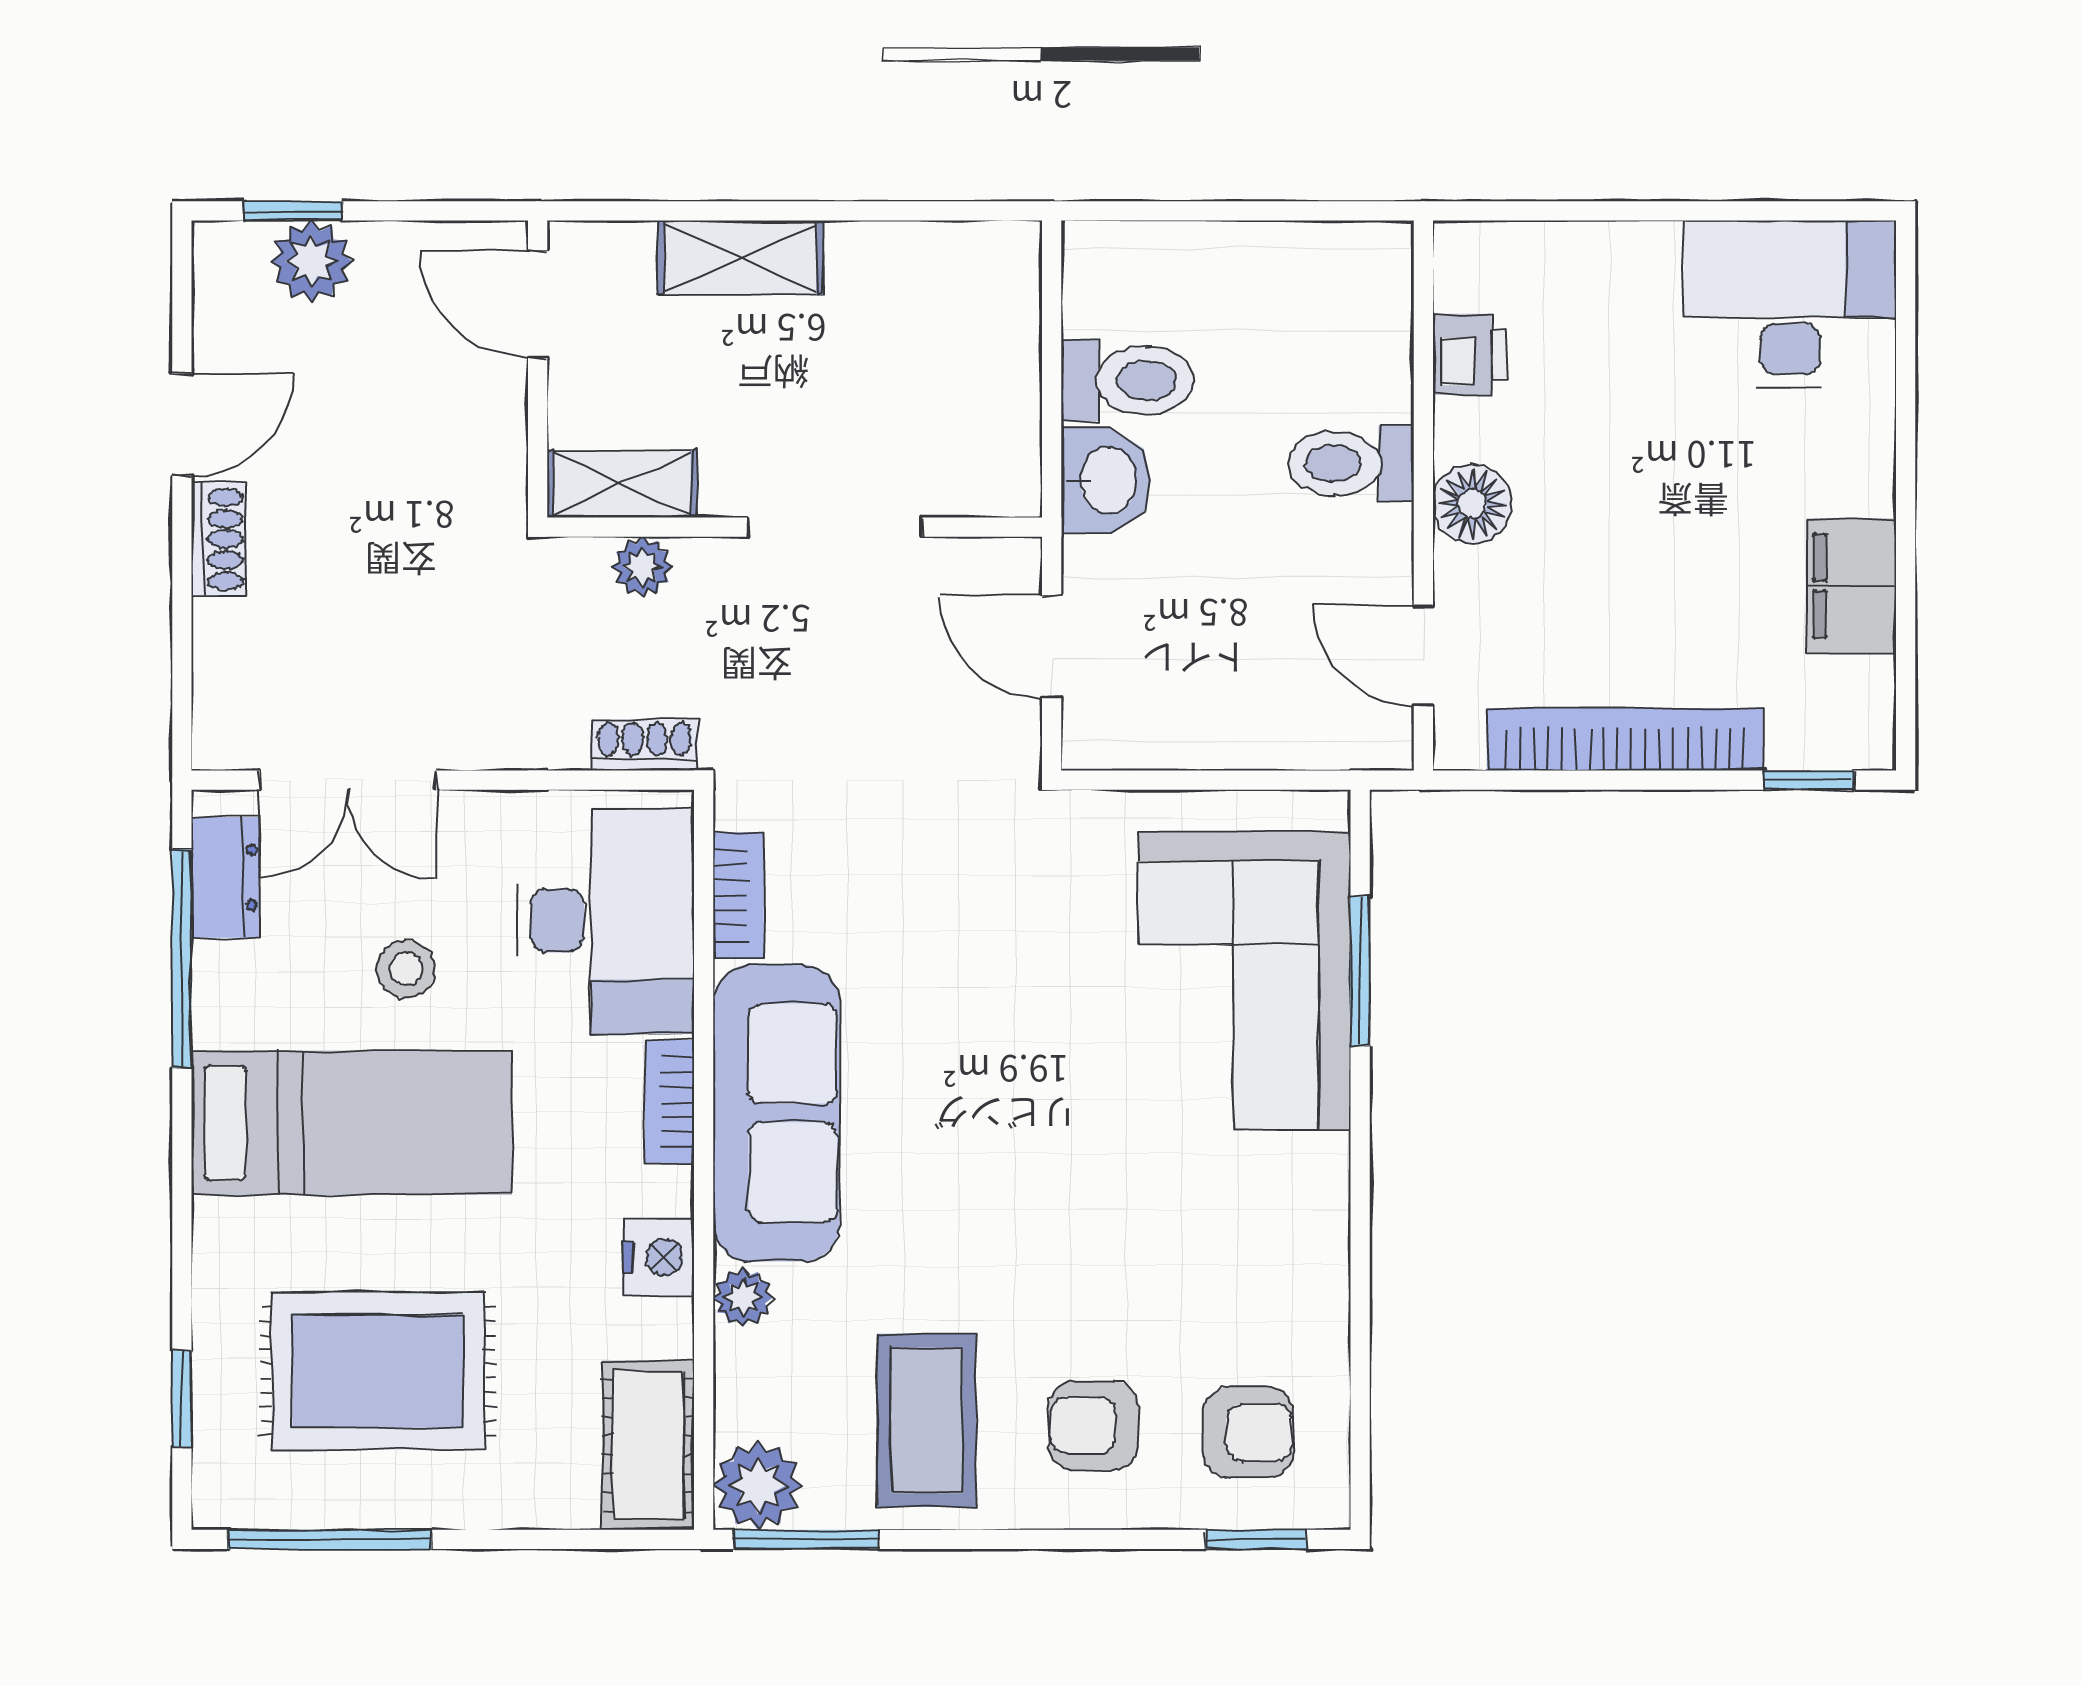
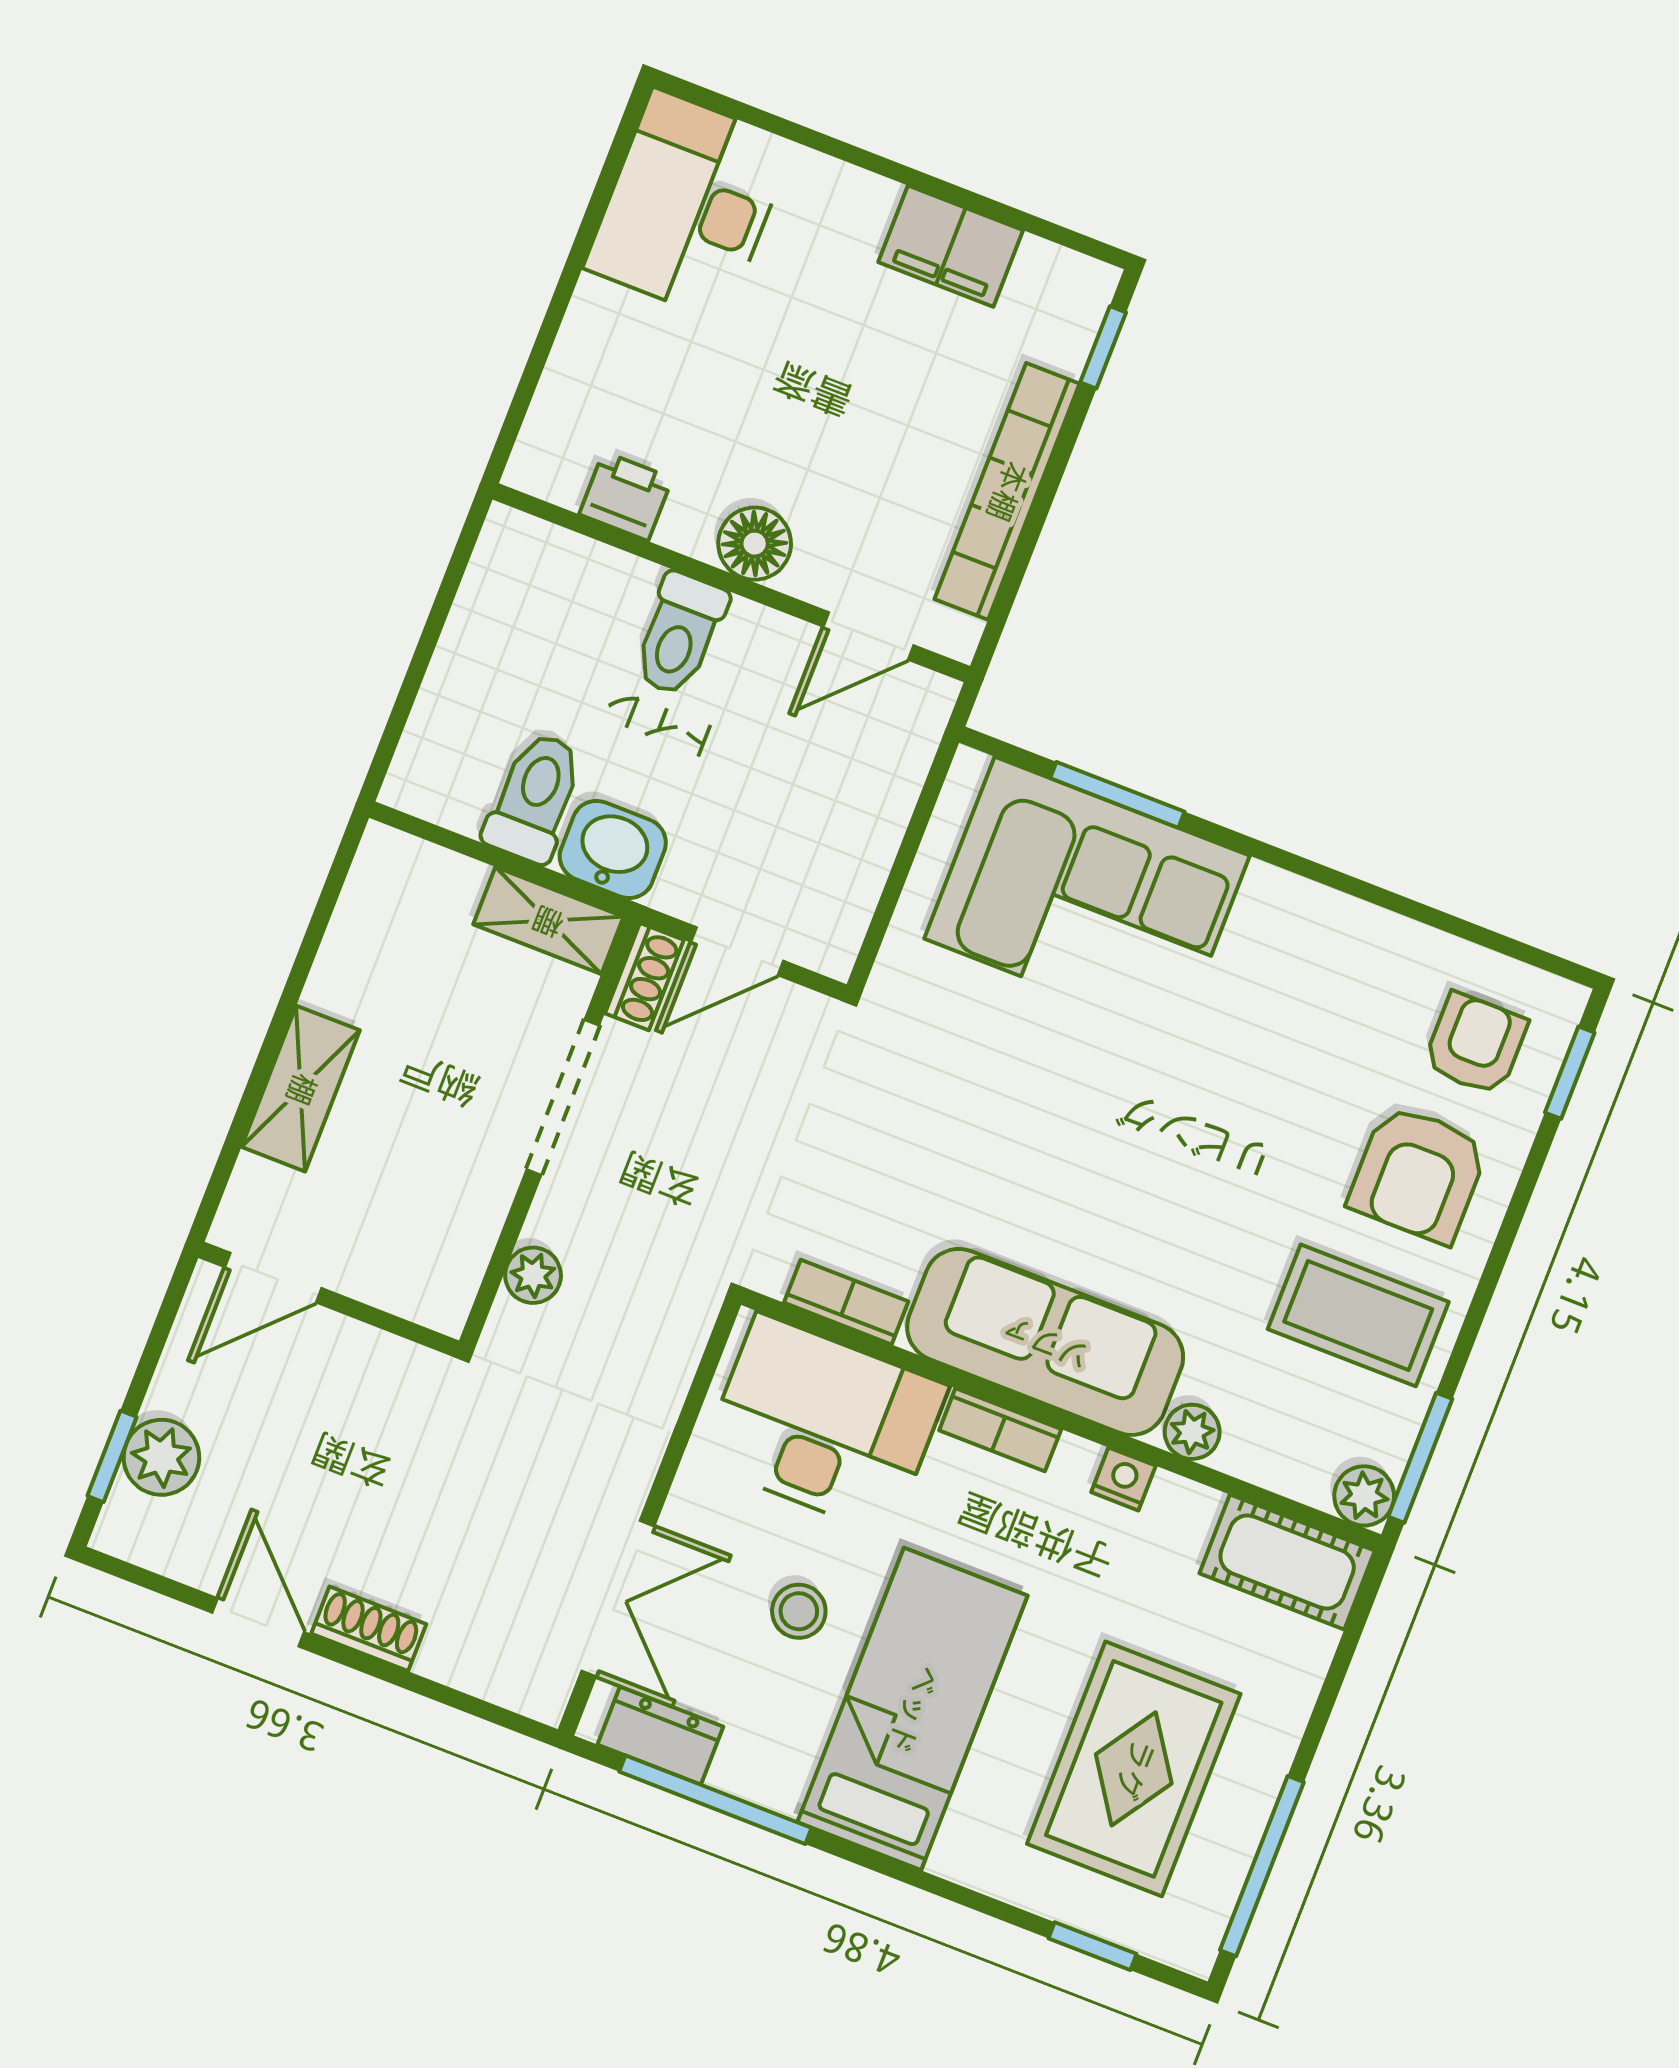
shelving: (622, 484) -> (548, 921), moved, turned 90
shoe rack: (645, 745) -> (644, 977), moved, turned 180
nightstand: (659, 1257) -> (1123, 1479), width x0.72, depth x0.74
armchair: (1094, 1425) -> (1418, 1174), width x1.38, depth x1.38
plant: (758, 1485) -> (1364, 1496), width x0.73, depth x0.73

